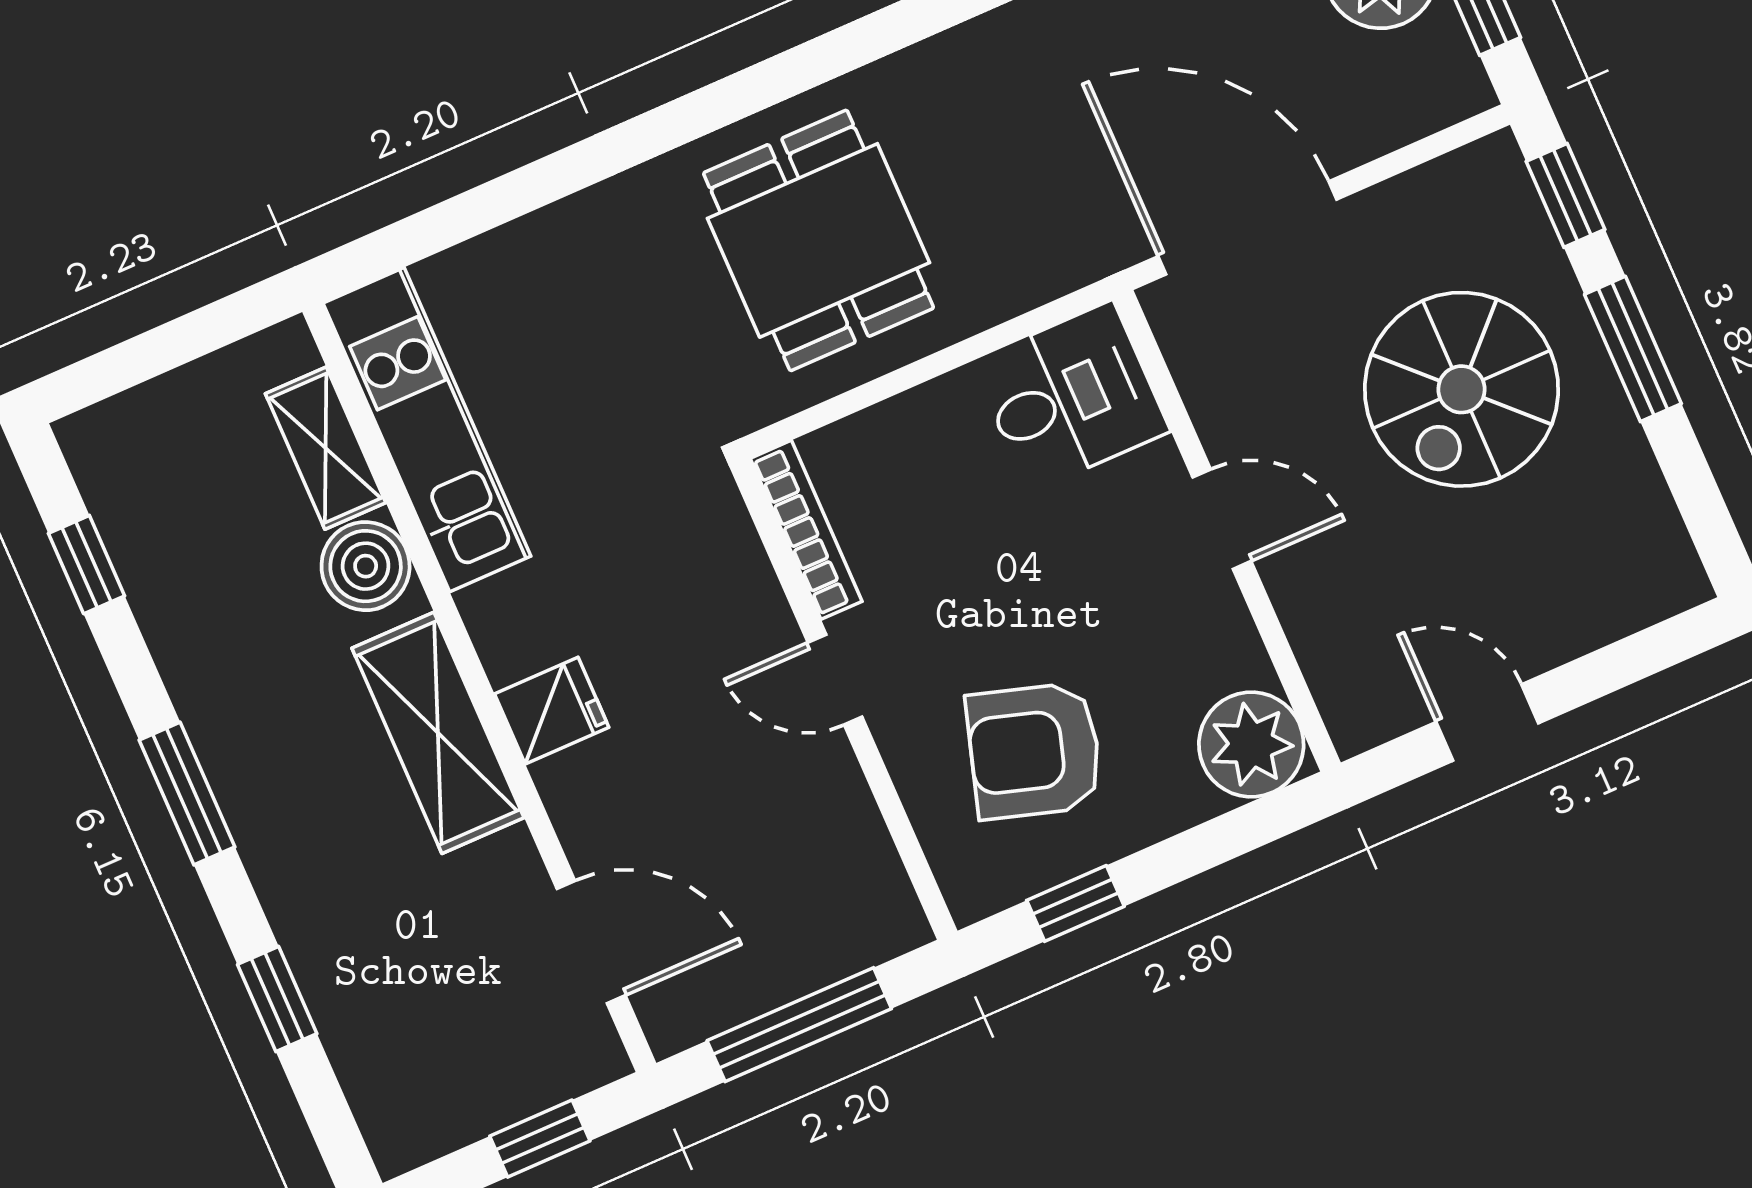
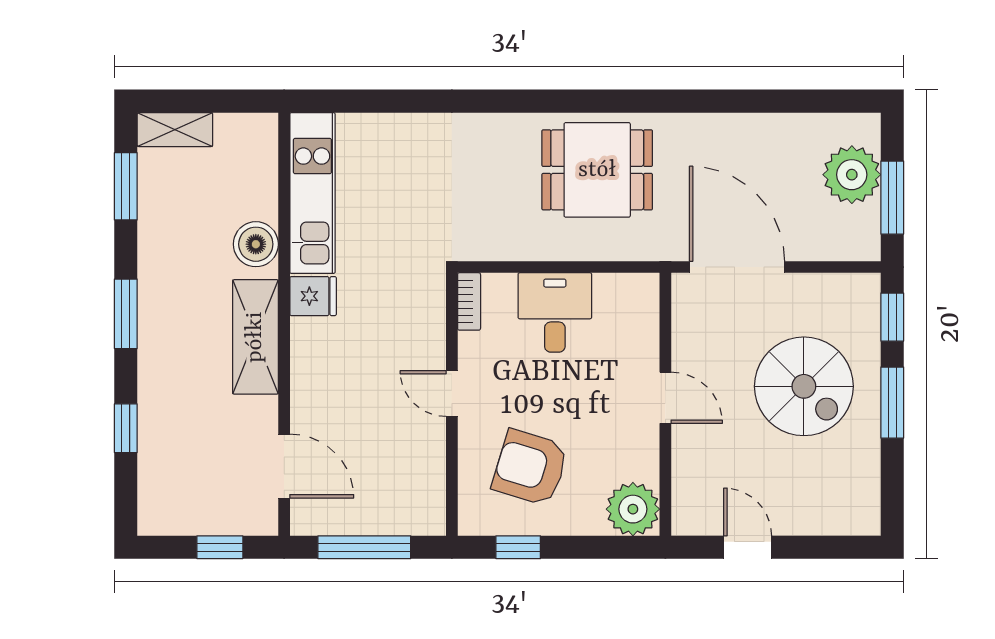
dining table: (819, 240) -> (597, 170), moved, turned 90
spiral stairs: (1462, 389) -> (804, 386), turned -90
desk: (1071, 396) -> (555, 312), moved, turned -90
shelving: (326, 448) -> (175, 130), moved, turned 90
bookcase: (806, 530) -> (469, 301), width x0.64
window: (87, 565) -> (126, 186), width x1.50
fridge: (552, 711) -> (313, 296), moved

